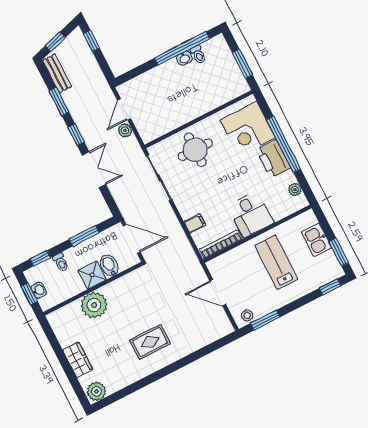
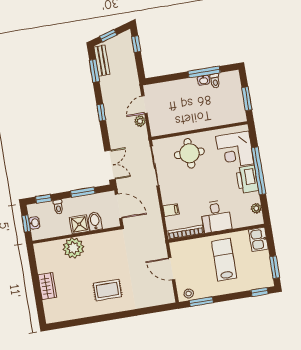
window: (182, 48) -> (204, 72), width x0.68
window: (59, 102) -> (94, 71), moved
double door: (94, 170) -> (110, 165), moved
kitchen sink: (317, 240) -> (258, 239), moved
plant: (97, 391) -> (54, 315), removed

